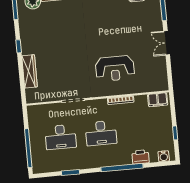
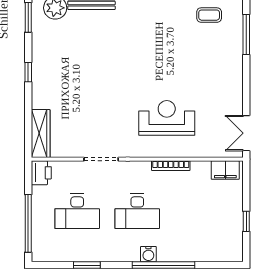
double door: (167, 43) -> (246, 133), moved
reception desk: (115, 68) -> (167, 118), turned 180
wardrobe: (29, 71) -> (41, 134), moved
water cooler: (164, 156) -> (148, 254), moved
printer: (141, 157) -> (41, 173), moved, turned 90

